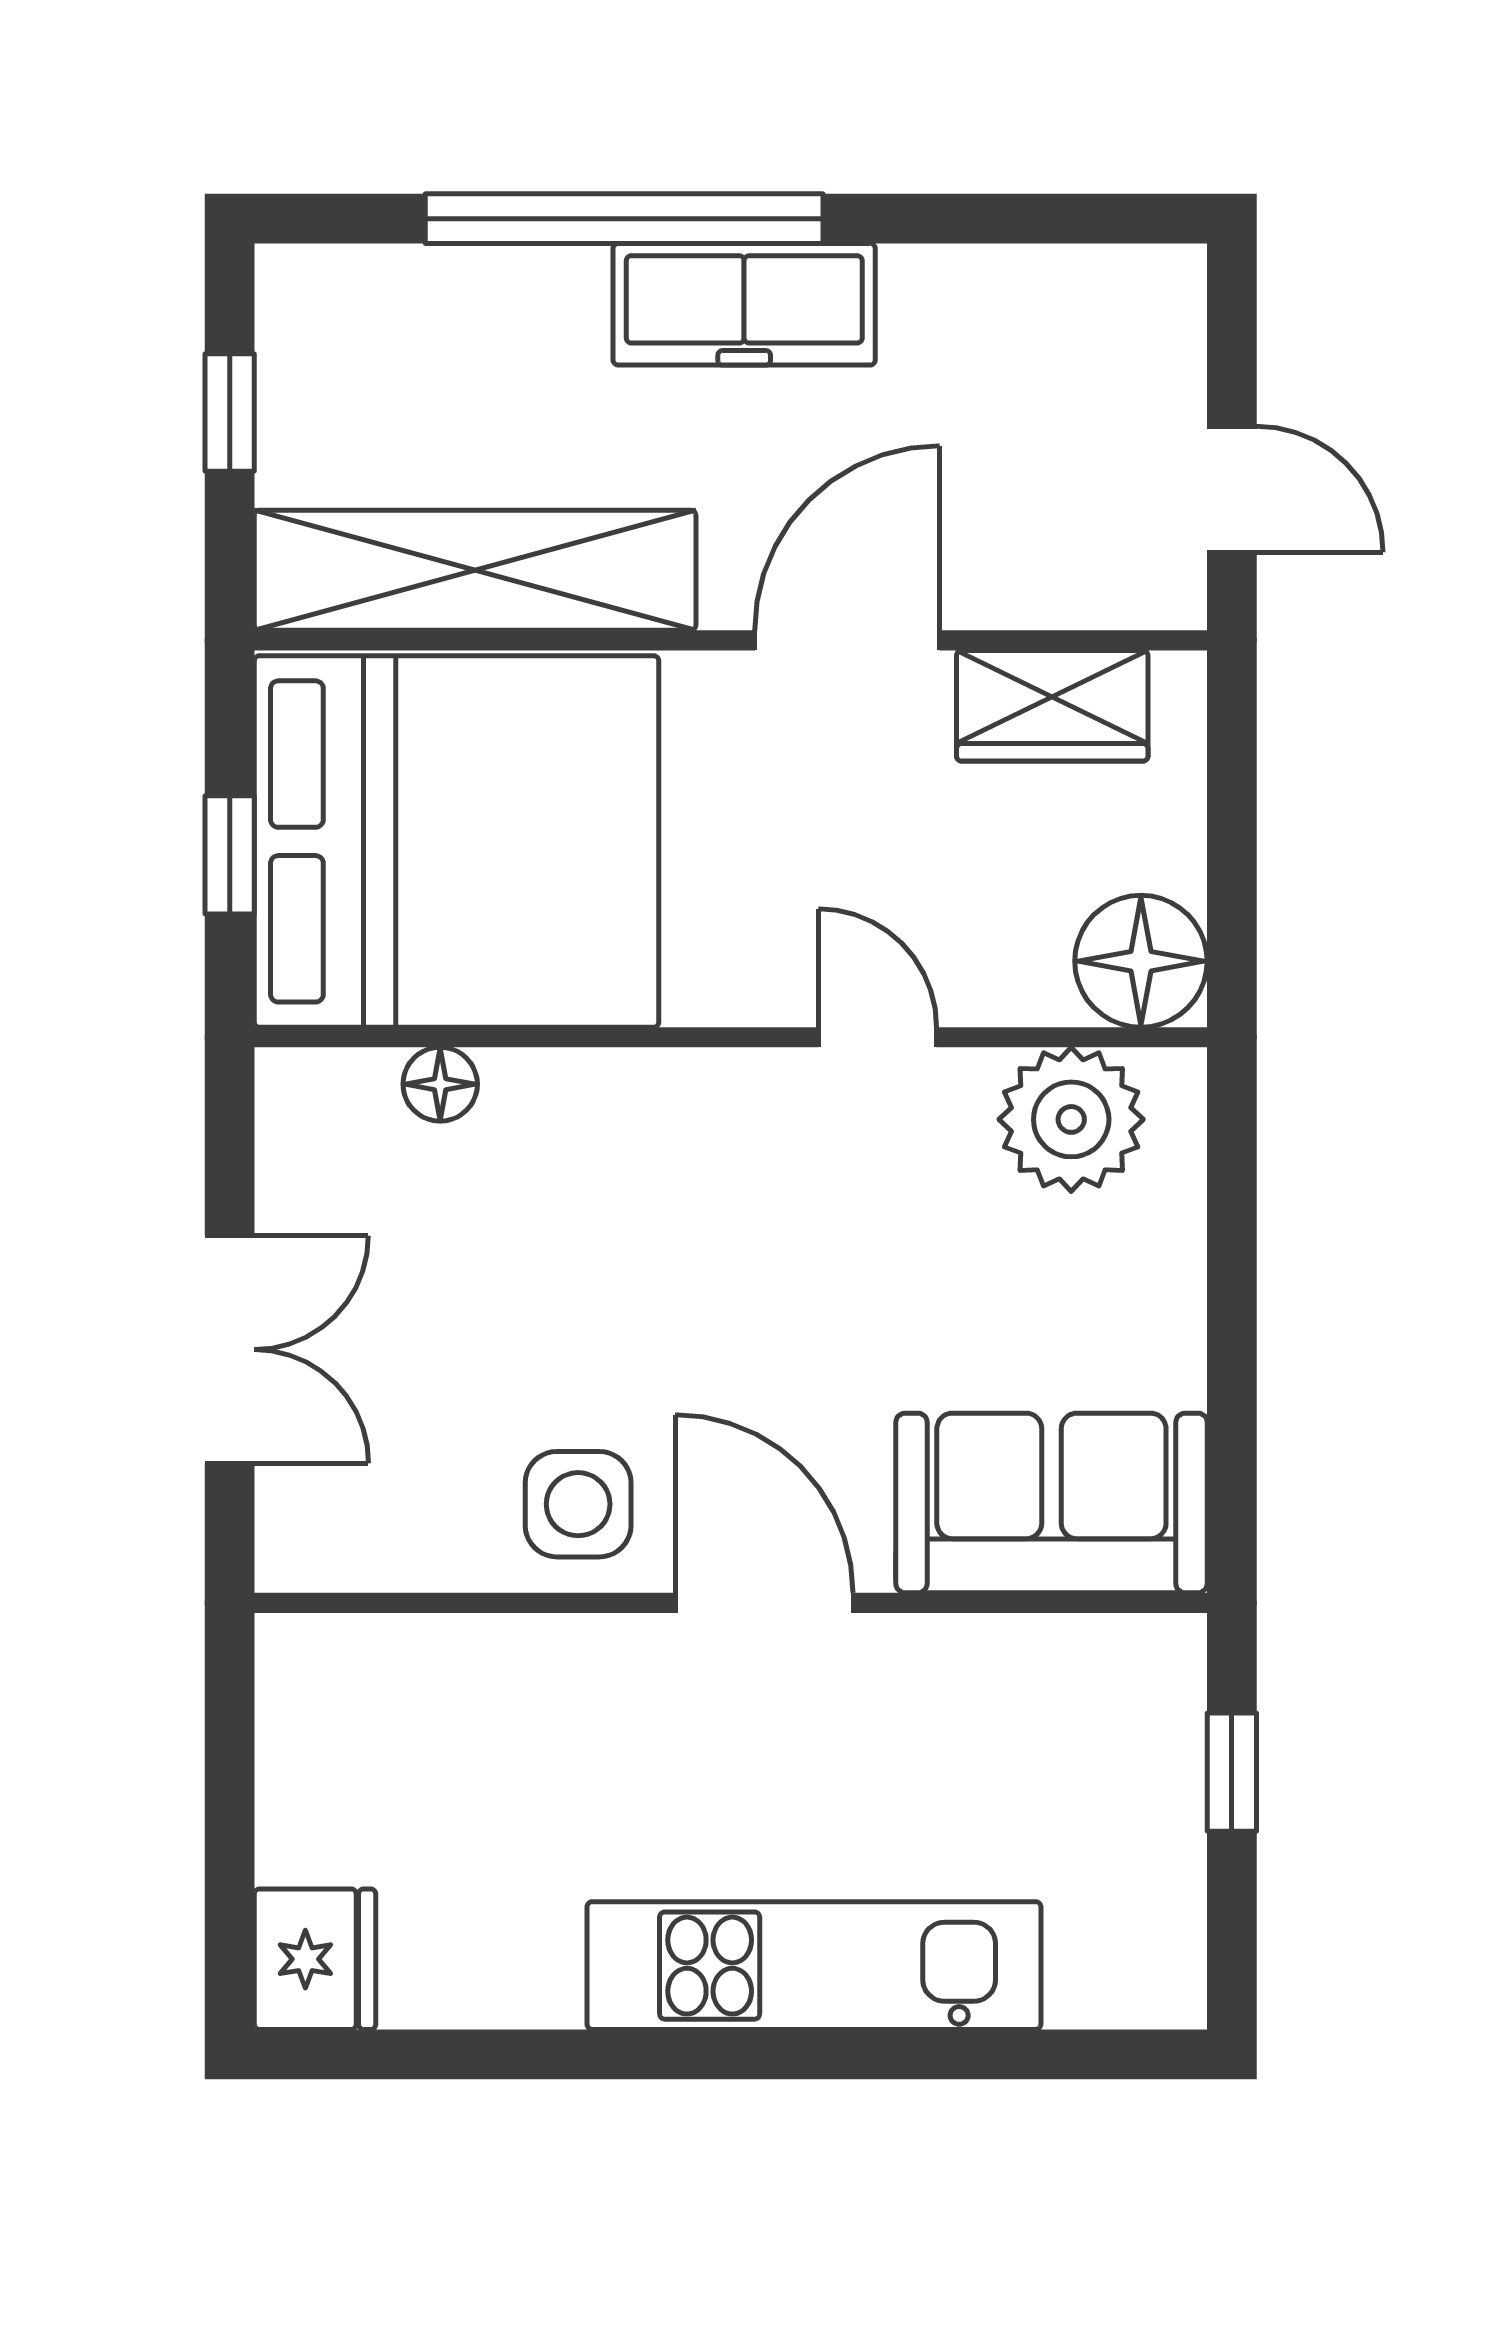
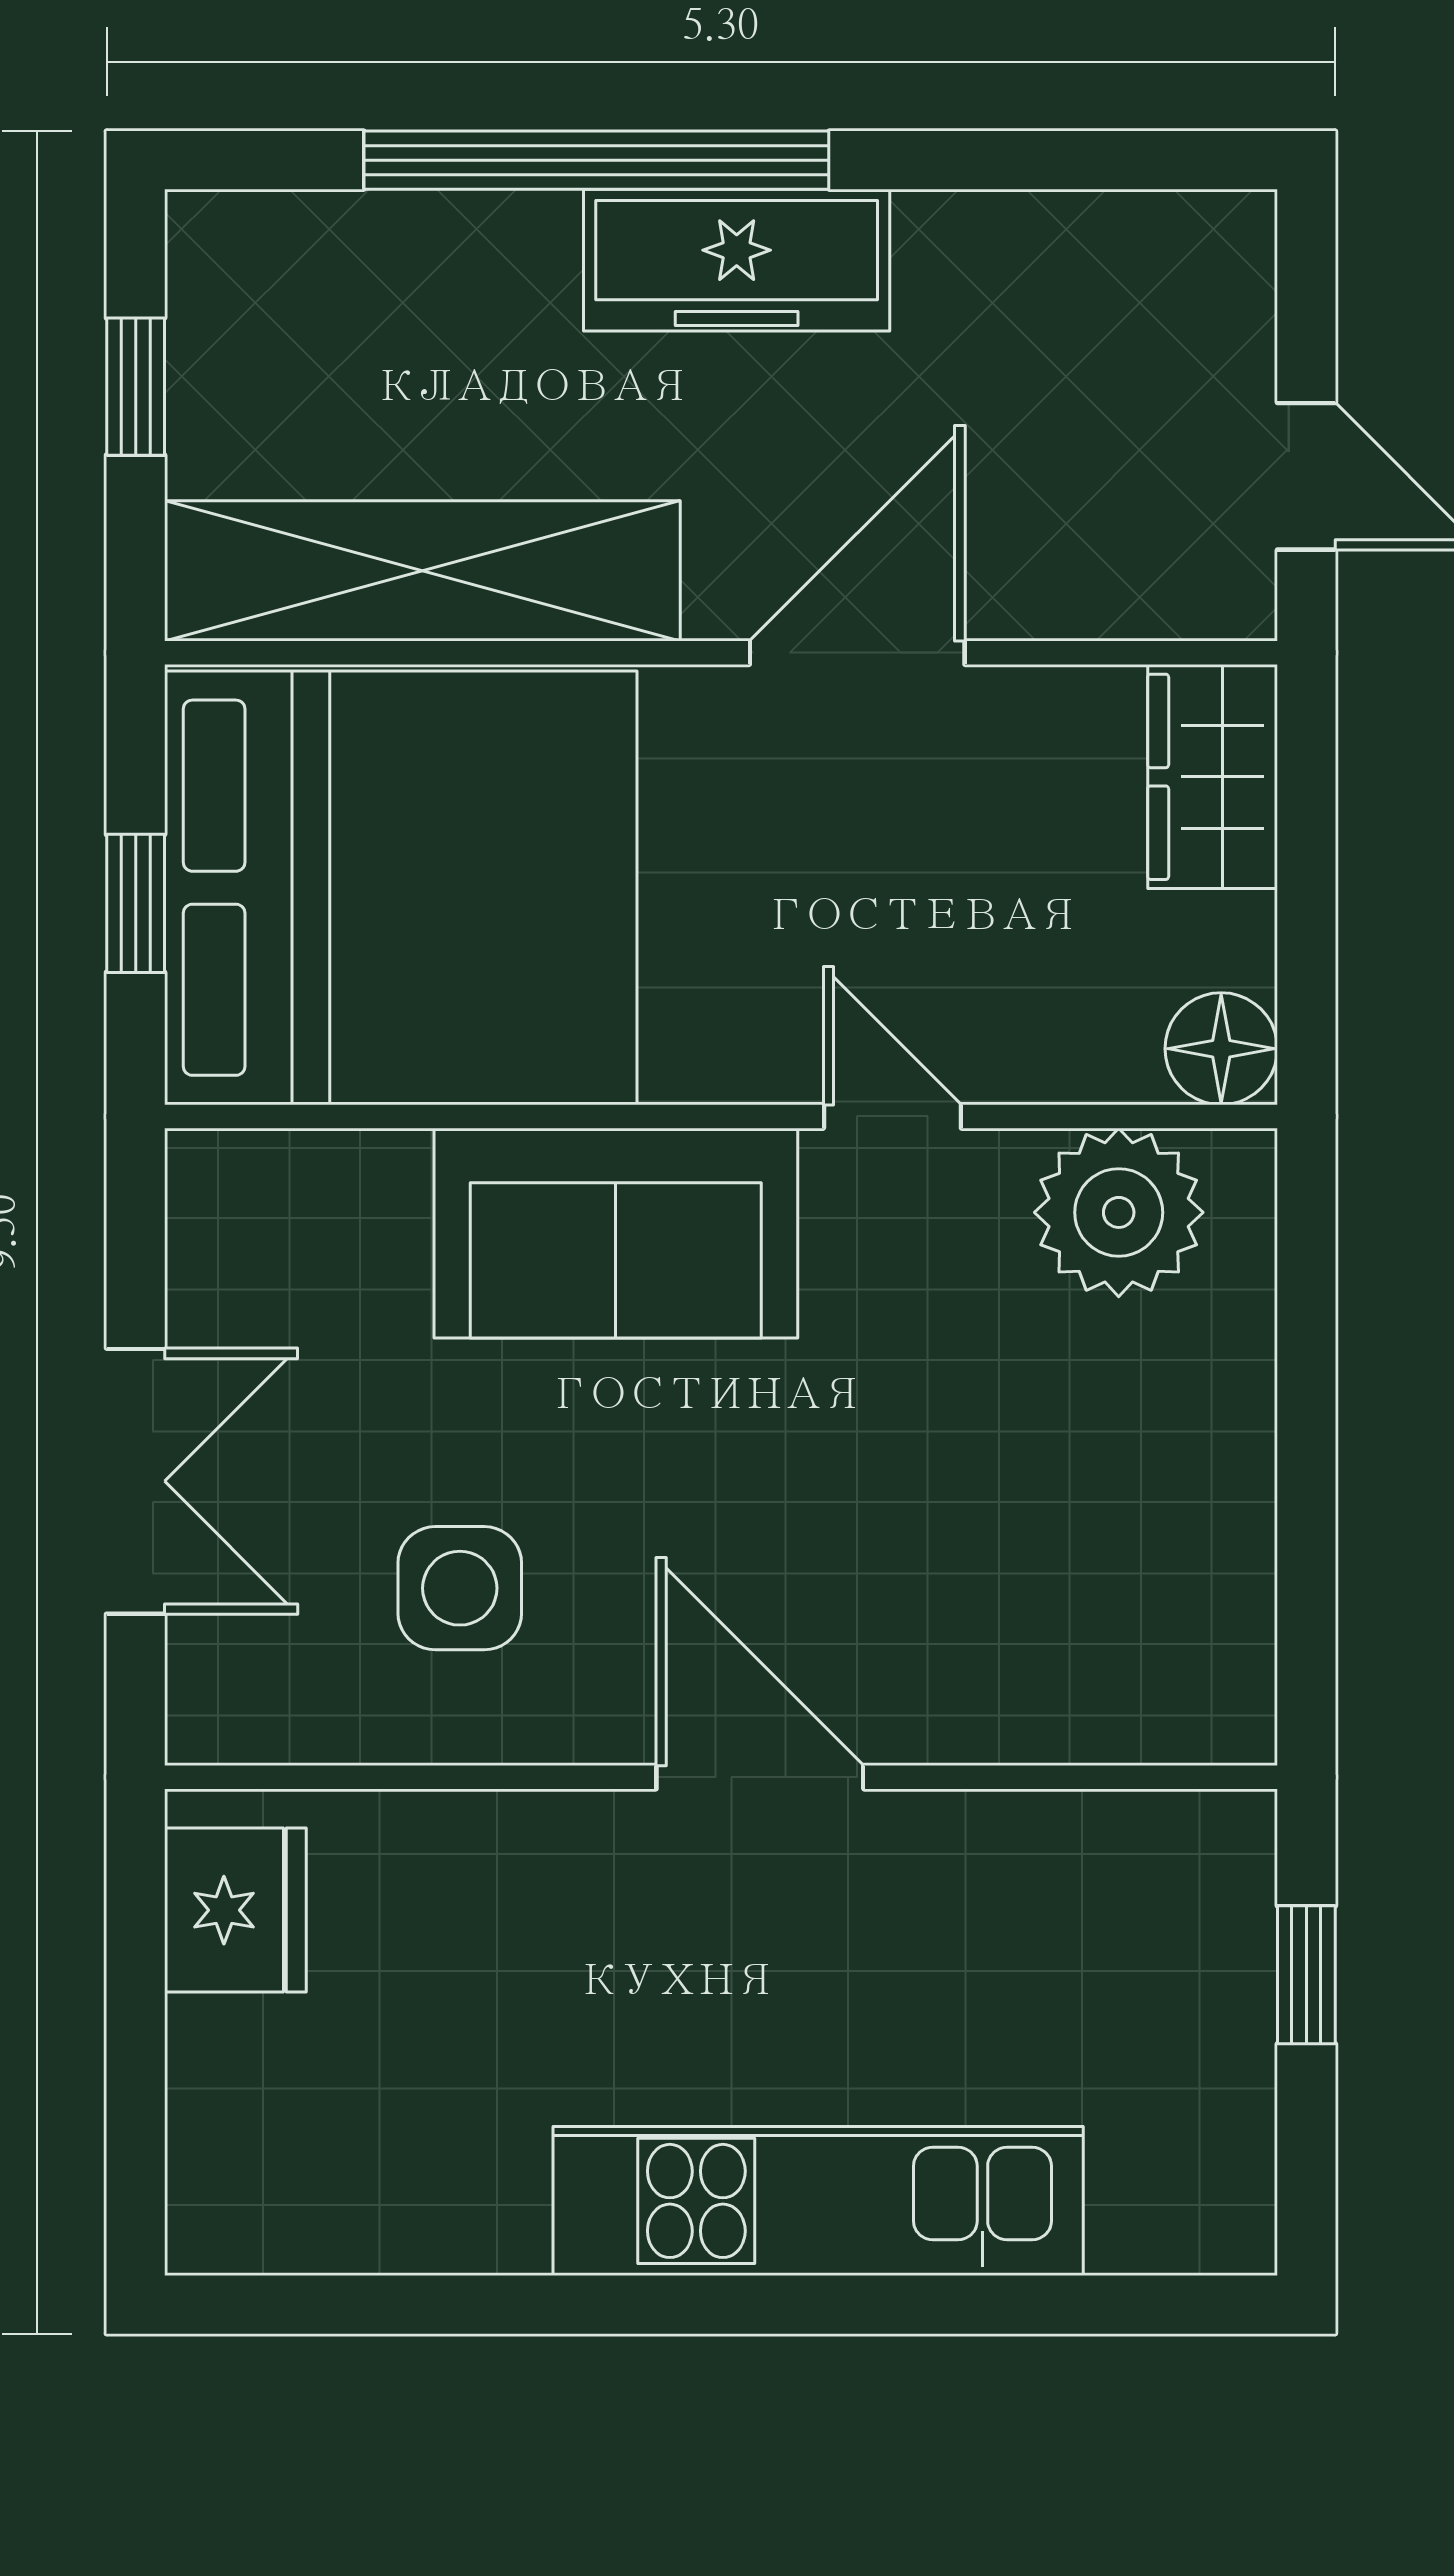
wardrobe: (1052, 706) -> (1213, 777), moved, turned 90
floor lamp: (1141, 961) -> (1221, 1049), width x0.73, depth x0.73
floor lamp: (440, 1084) -> (382, 1171), removed
sofa: (1051, 1503) -> (616, 1233), moved, turned 180
side table: (578, 1504) -> (460, 1588), moved
fridge: (315, 1959) -> (235, 1910), moved

